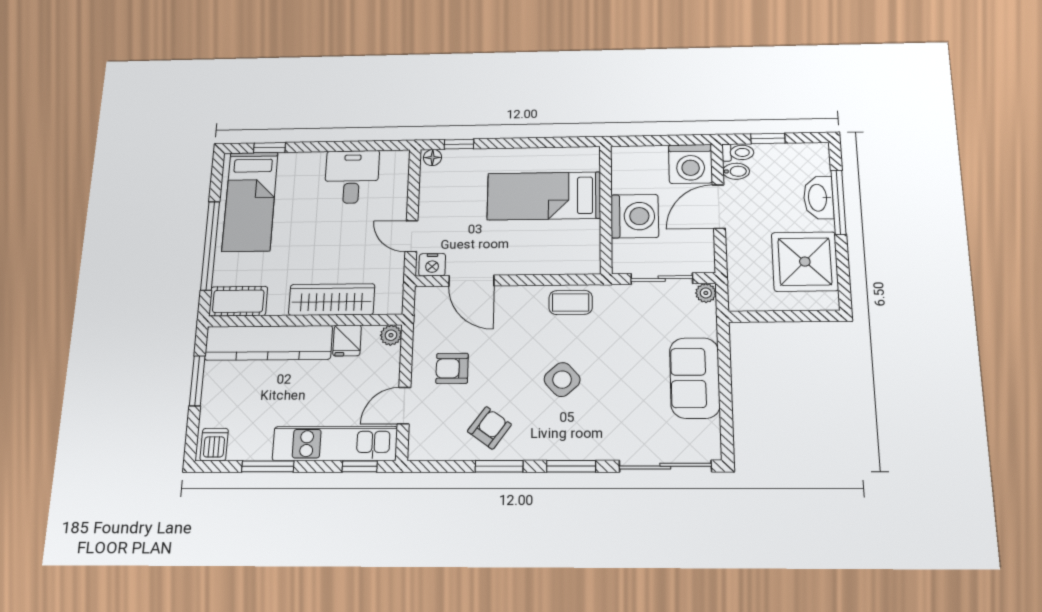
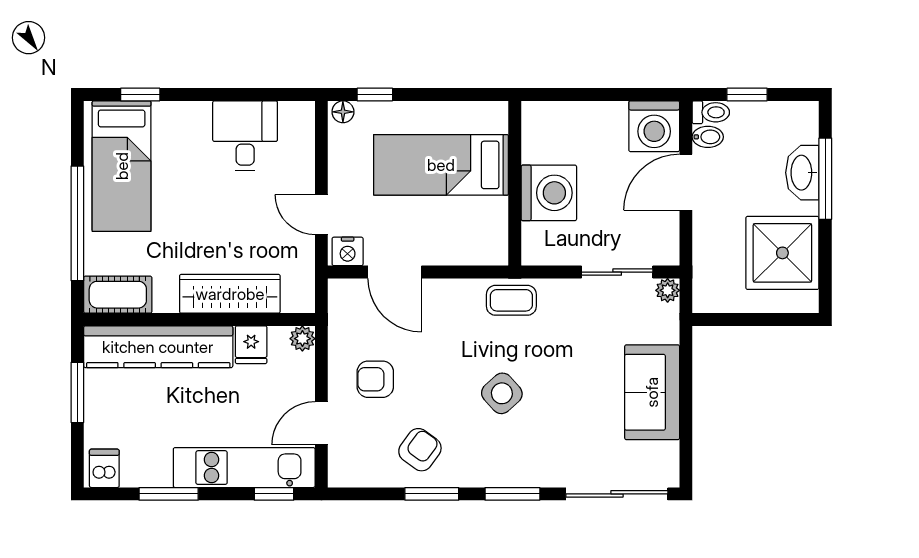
bed: (544, 196) -> (441, 165), moved
wall: (606, 209) -> (515, 183), moved
washing machine: (635, 216) -> (549, 193), moved

